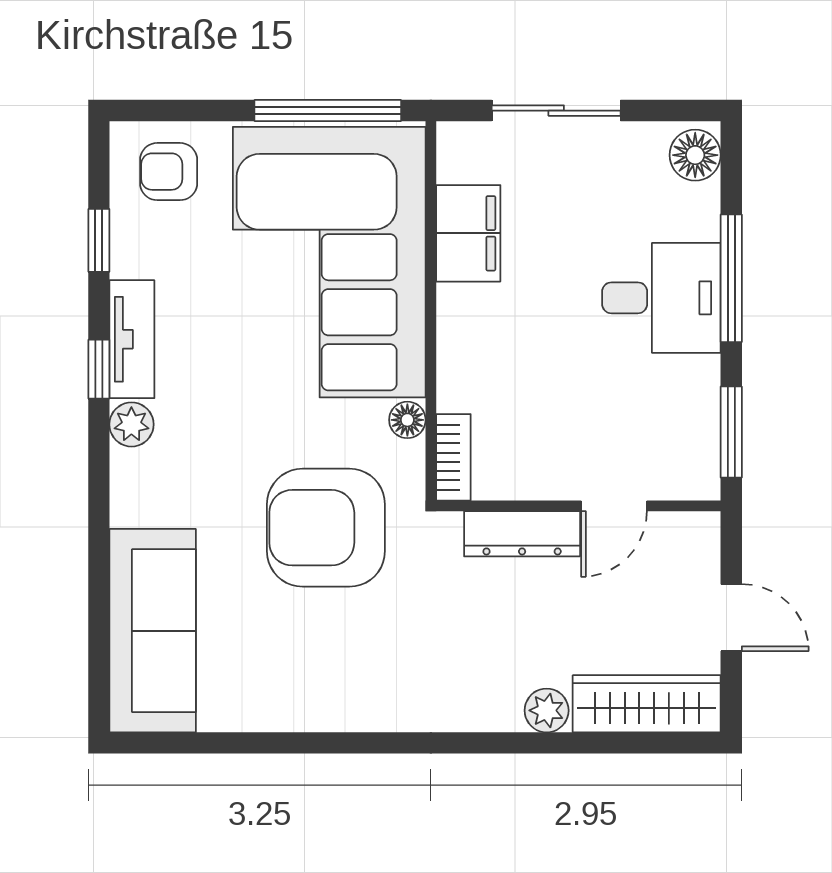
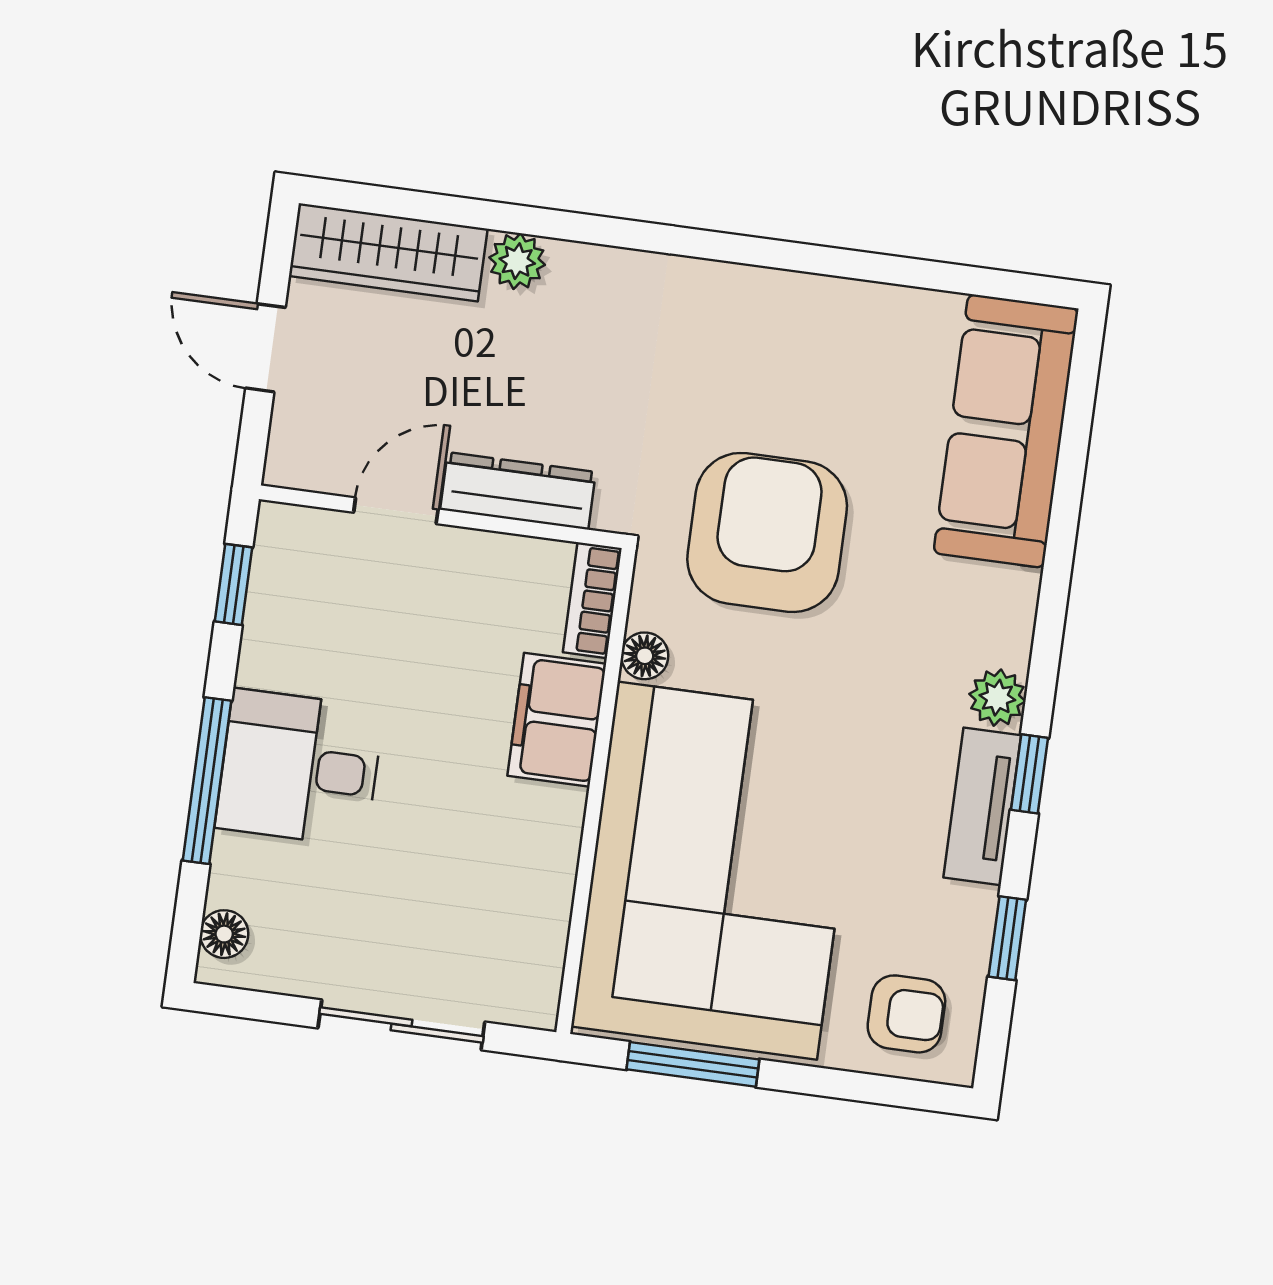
window: (328, 111) -> (693, 1064), width x0.69
floor lamp: (695, 155) -> (224, 934), width x0.73, depth x0.73
filing cabinet: (468, 233) -> (557, 720), moved
window: (731, 432) -> (234, 584), width x0.67
armchair: (326, 528) -> (767, 532), turned -90

